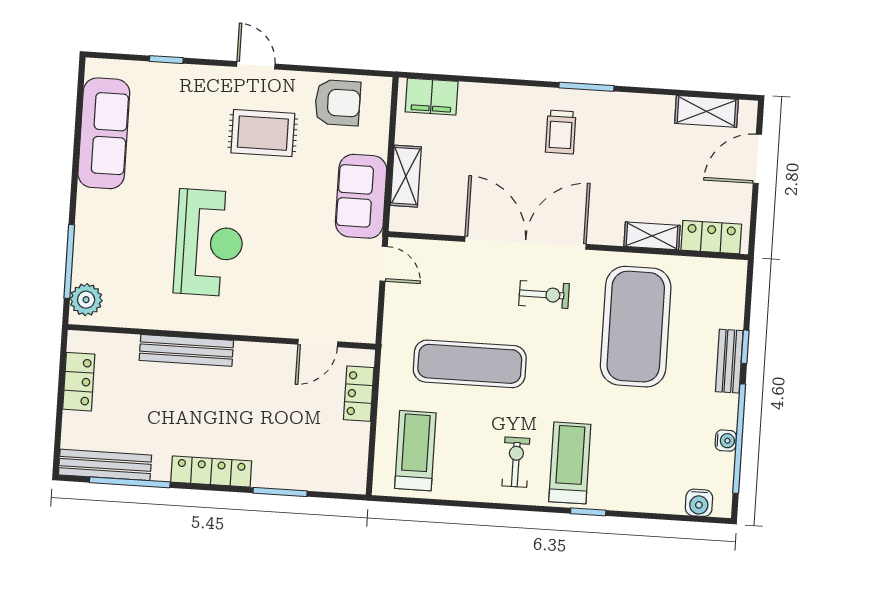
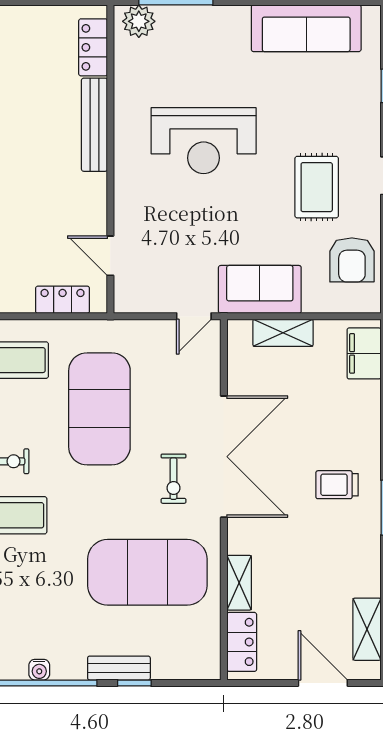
exercise mat: (470, 364) -> (99, 409), width x1.47
locker: (79, 382) -> (93, 47), moved, turned 90

